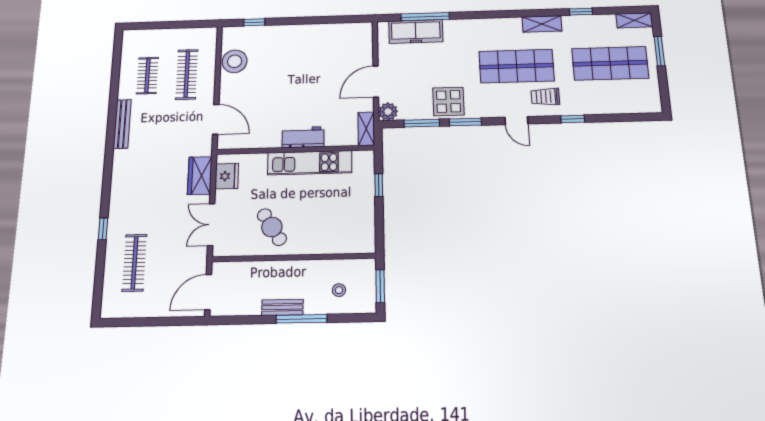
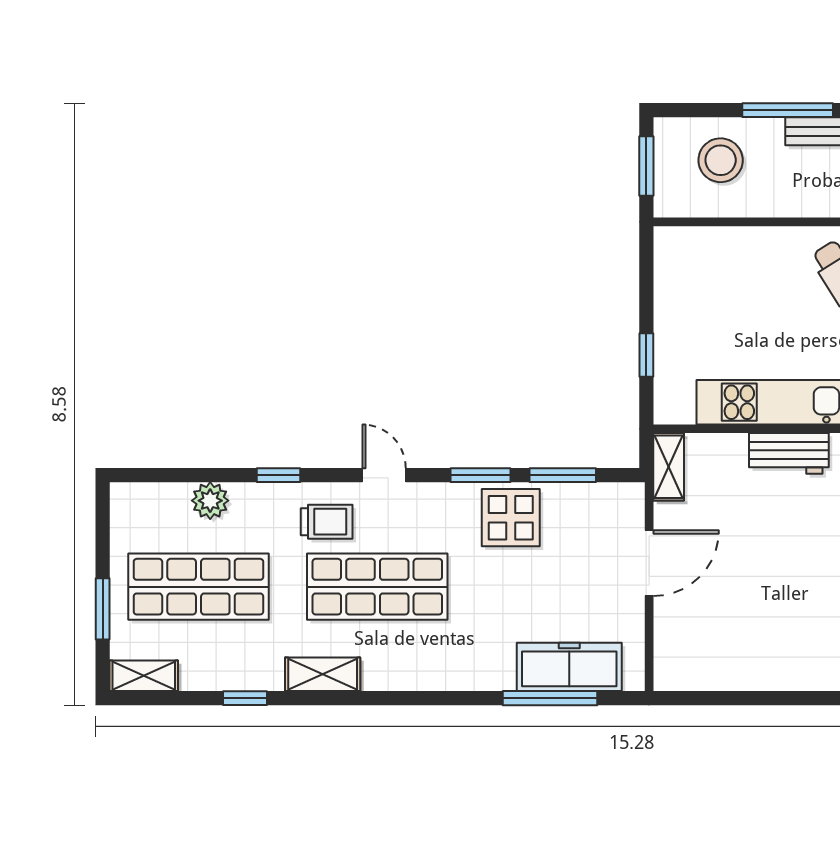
plant: (388, 112) -> (210, 501), moved
stool: (339, 290) -> (721, 160), width x1.89, depth x1.89

